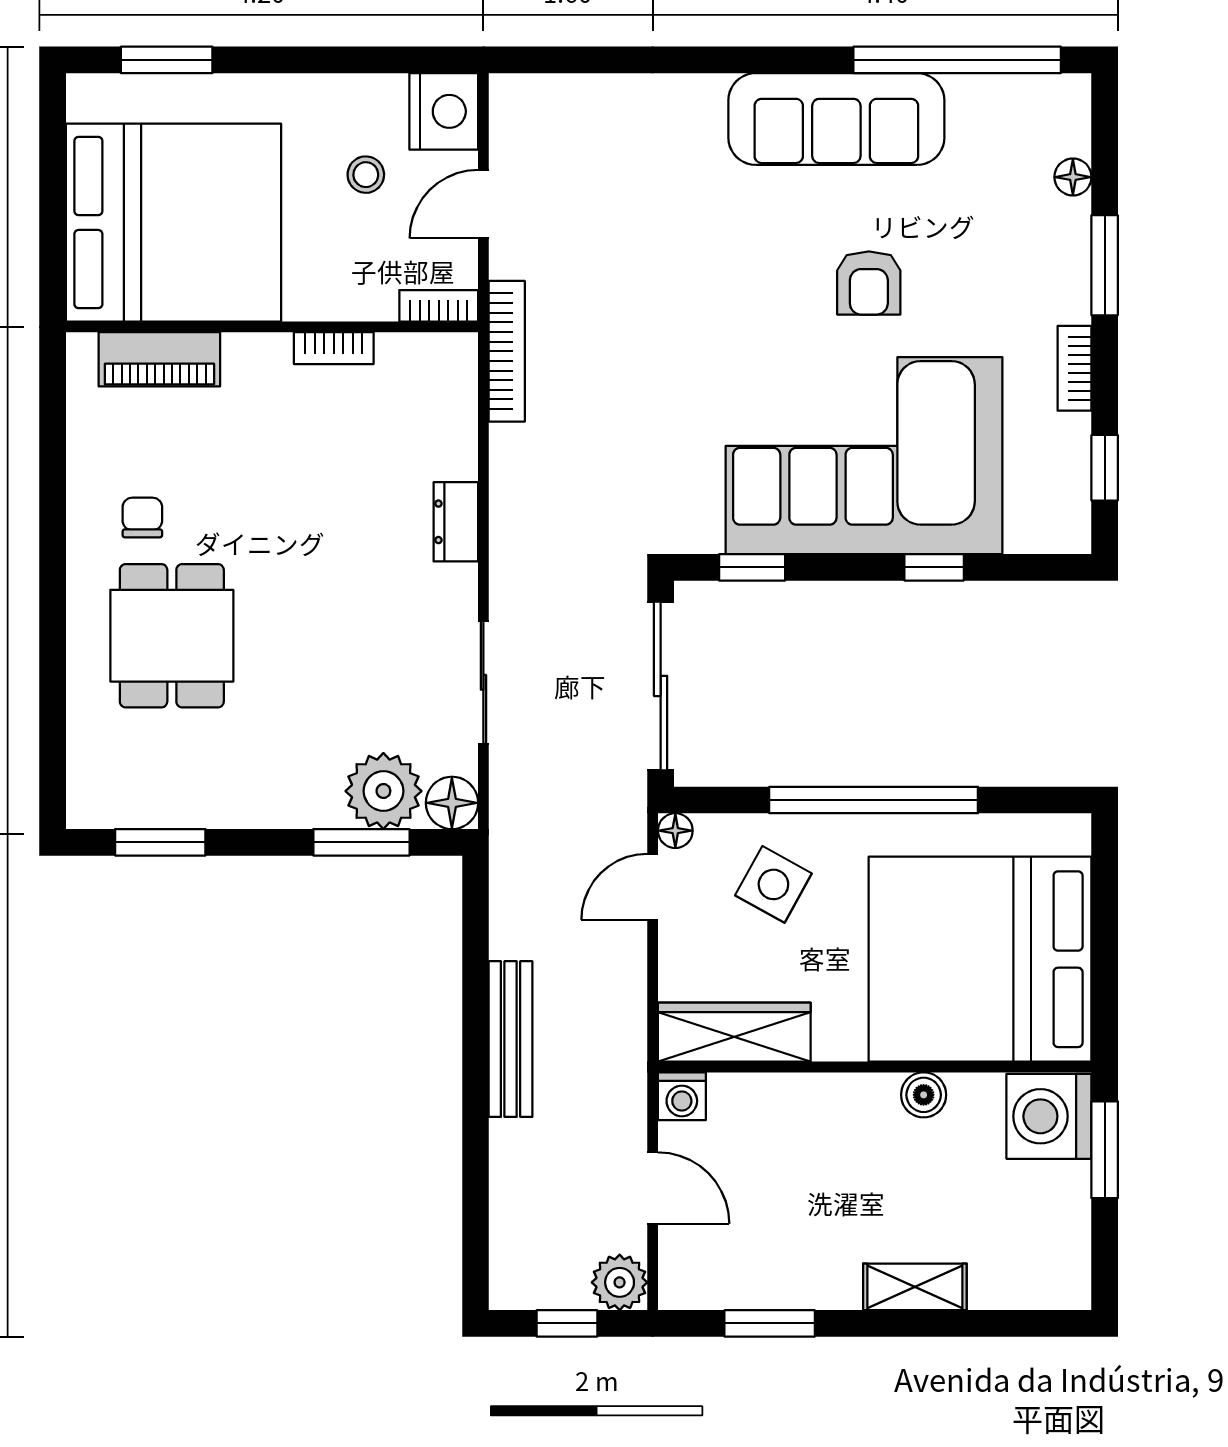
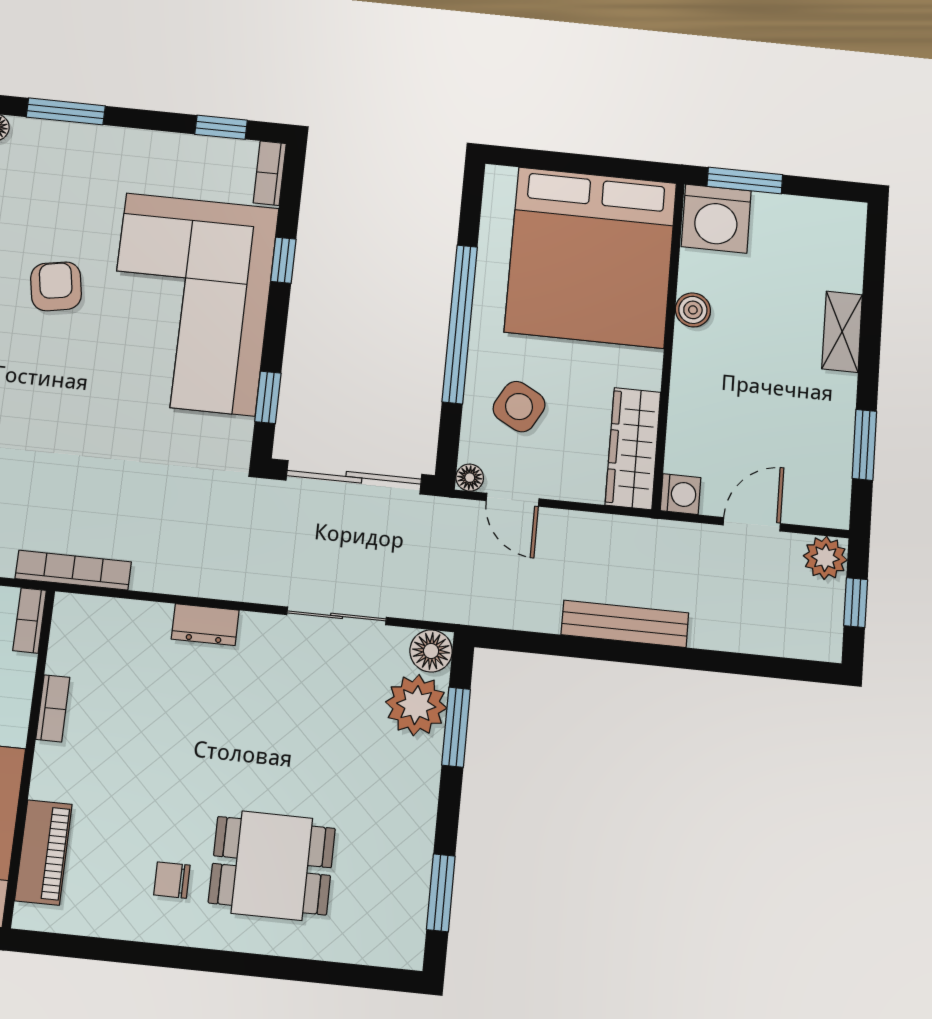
armchair: (869, 283) -> (56, 286), turned -100
bookcase: (1074, 368) -> (270, 173), moved, turned 90

